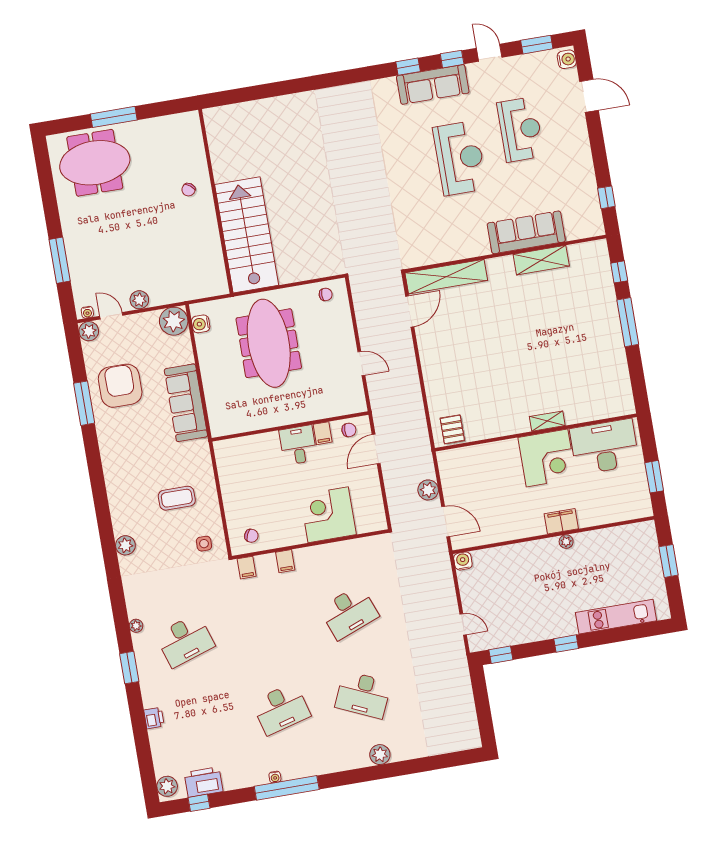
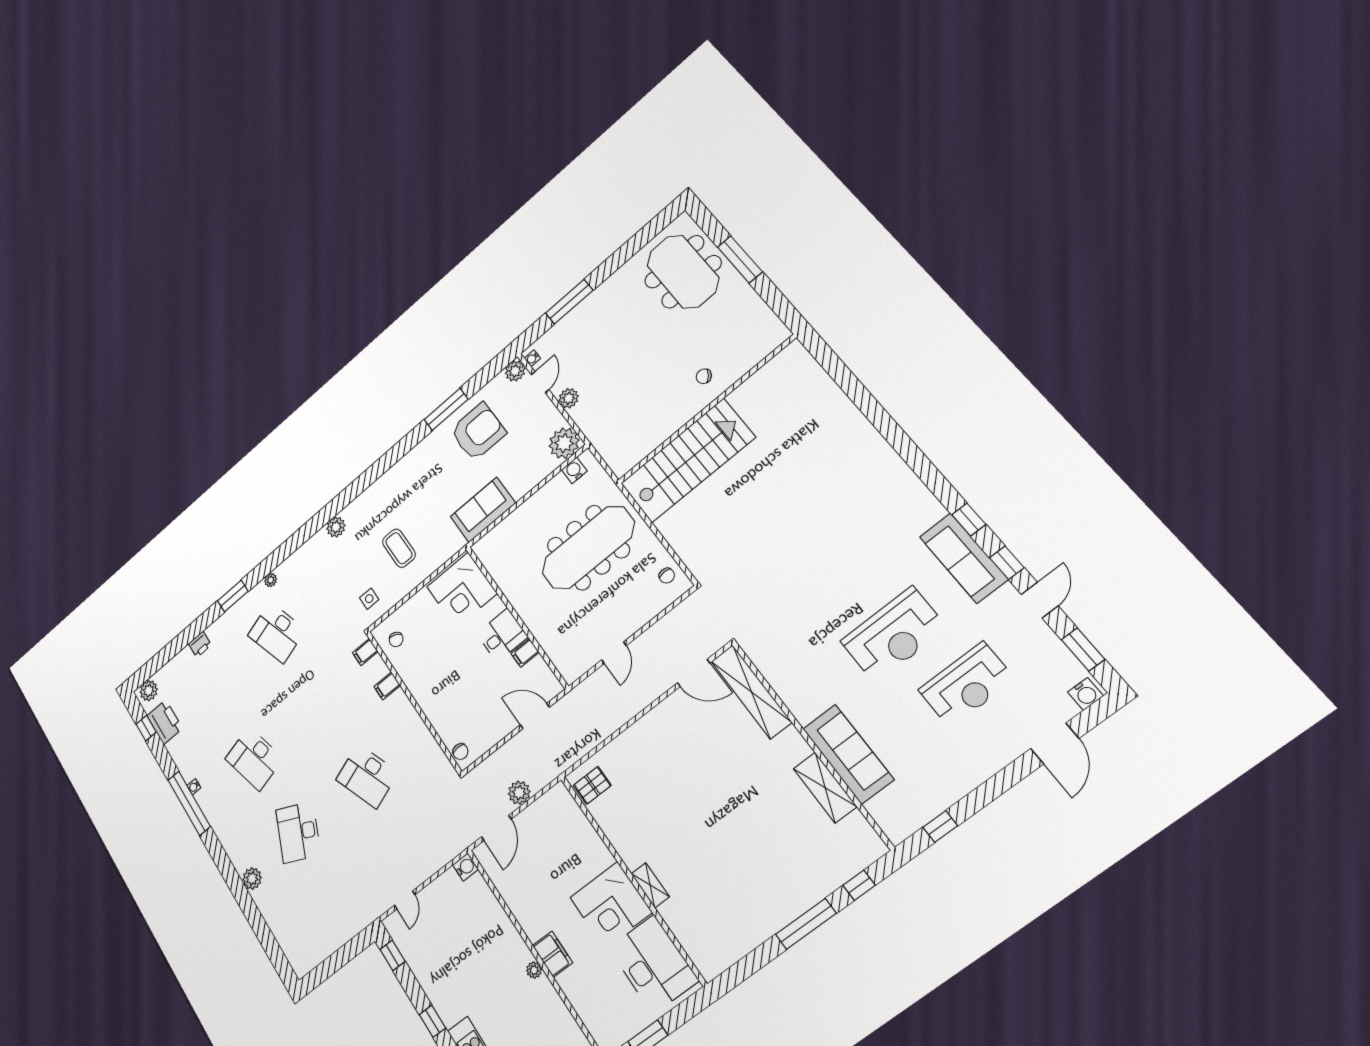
sofa: (186, 403) -> (483, 510), width x0.73
chair: (349, 430) -> (460, 752), moved
corner desk: (328, 515) -> (462, 590), moved, turned 180

